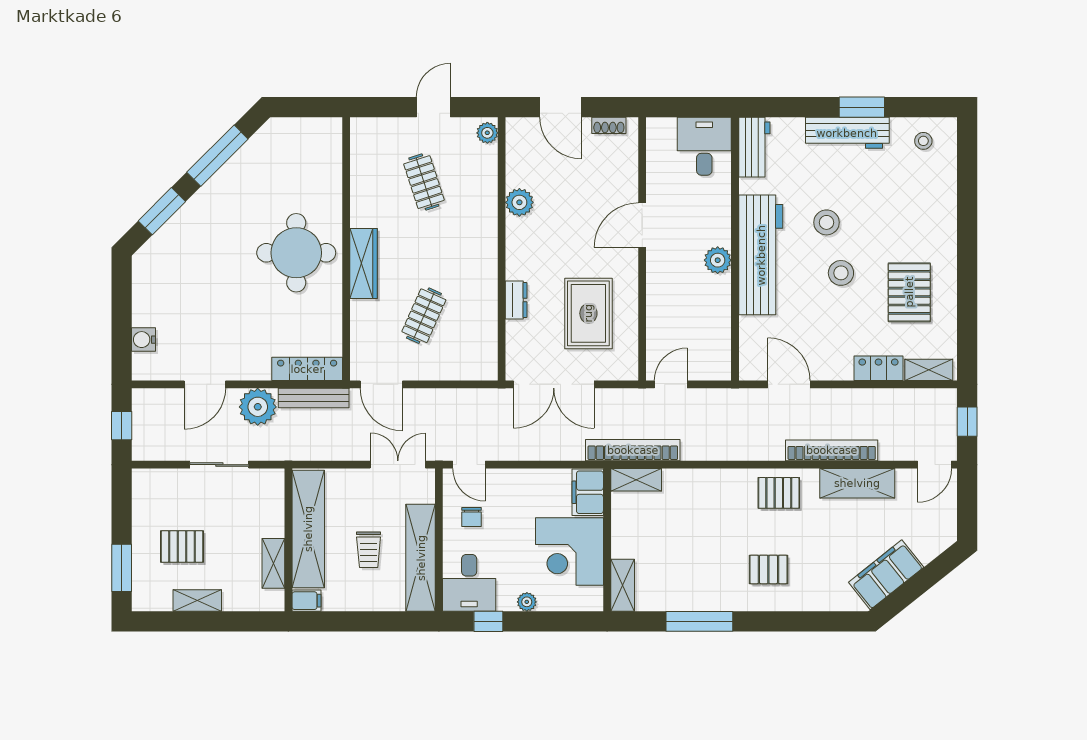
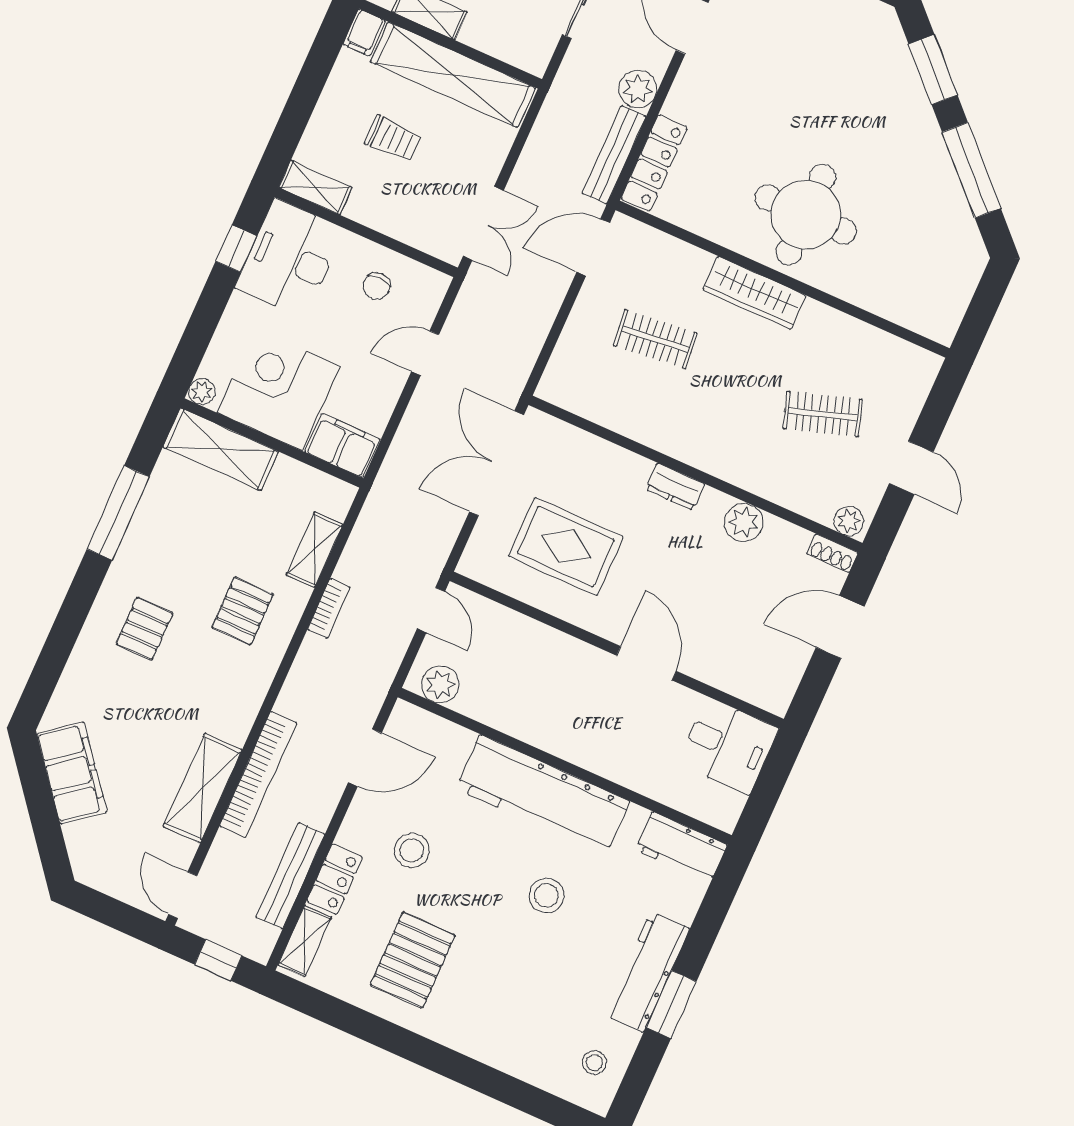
shoe rack: (609, 125) -> (832, 553), moved, turned -90
desk: (704, 146) -> (728, 746), moved
plant: (718, 260) -> (440, 685), moved
stool: (841, 273) -> (412, 850), moved
pallet: (909, 292) -> (413, 960), turned 90
dresser: (516, 300) -> (675, 487), moved
clothes rail: (424, 316) -> (655, 339), turned -30
bench: (889, 399) -> (290, 876), added
plant: (258, 407) -> (638, 89), width x0.73, depth x0.73
bookcase: (633, 450) -> (329, 608), moved, width x0.43, depth x0.76
door: (469, 465) -> (425, 353), moved
shelving: (636, 480) -> (315, 550), moved
pallet: (779, 493) -> (242, 611), moved
chair: (472, 517) -> (377, 286), turned -90
trolley: (369, 550) -> (393, 139), turned 180
shelving: (421, 558) -> (315, 188), width x0.45, depth x0.75
desk: (469, 583) -> (290, 258), width x1.37
shelving: (623, 585) -> (221, 449), width x1.50, depth x1.33
plant: (527, 602) -> (202, 392), moved

